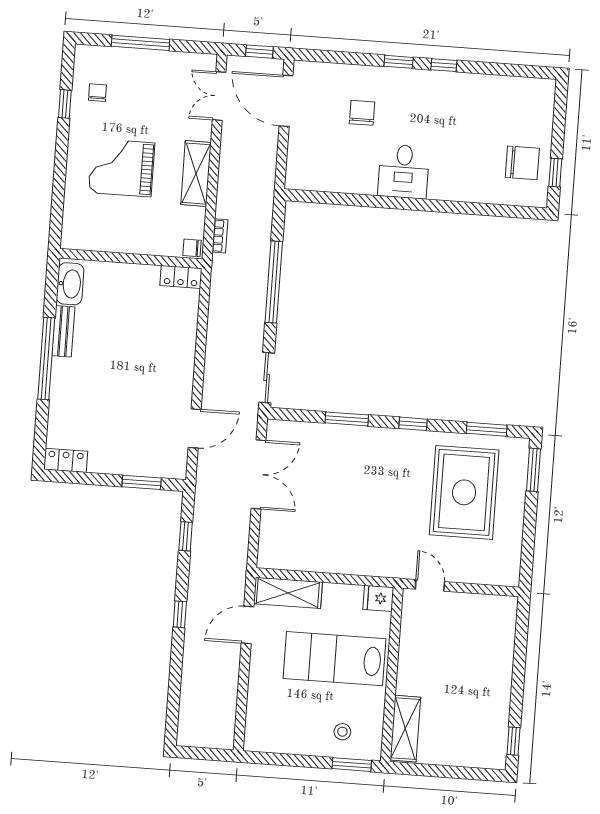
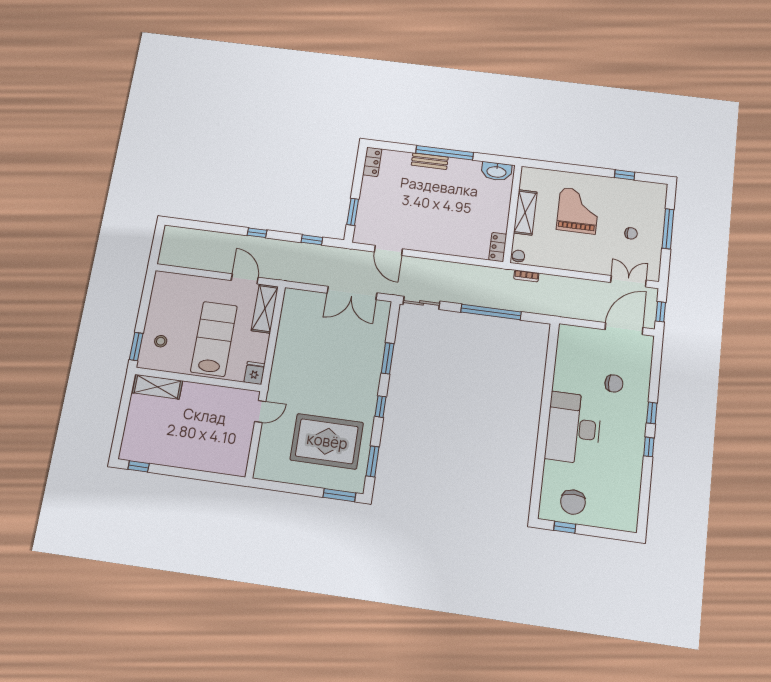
chair: (97, 93) -> (631, 233), moved
desk: (404, 171) -> (573, 428), width x1.87, depth x1.30
shelving: (196, 174) -> (525, 212), moved, turned 90
bench: (63, 331) -> (430, 161), moved

